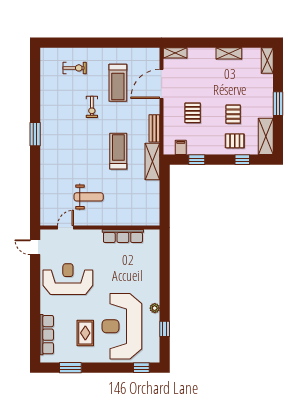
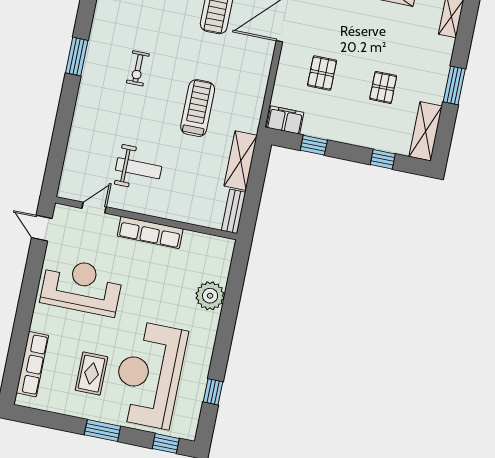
exercise bike: (92, 107) -> (138, 68), moved
bench: (154, 128) -> (234, 211), moved
pallet: (235, 141) -> (377, 128), removed
filing cabinet: (181, 147) -> (285, 120), width x2.00
shelving: (152, 162) -> (241, 161), moved
row of seats: (123, 236) -> (150, 232), moved
plant: (155, 308) -> (210, 296), moved, width x1.88, depth x1.88
window: (70, 368) -> (102, 431), moved

